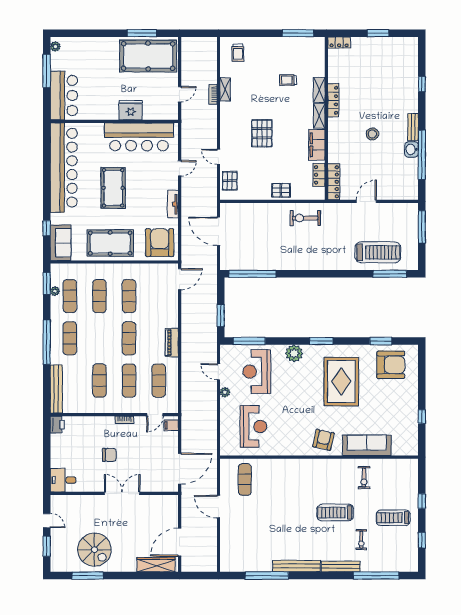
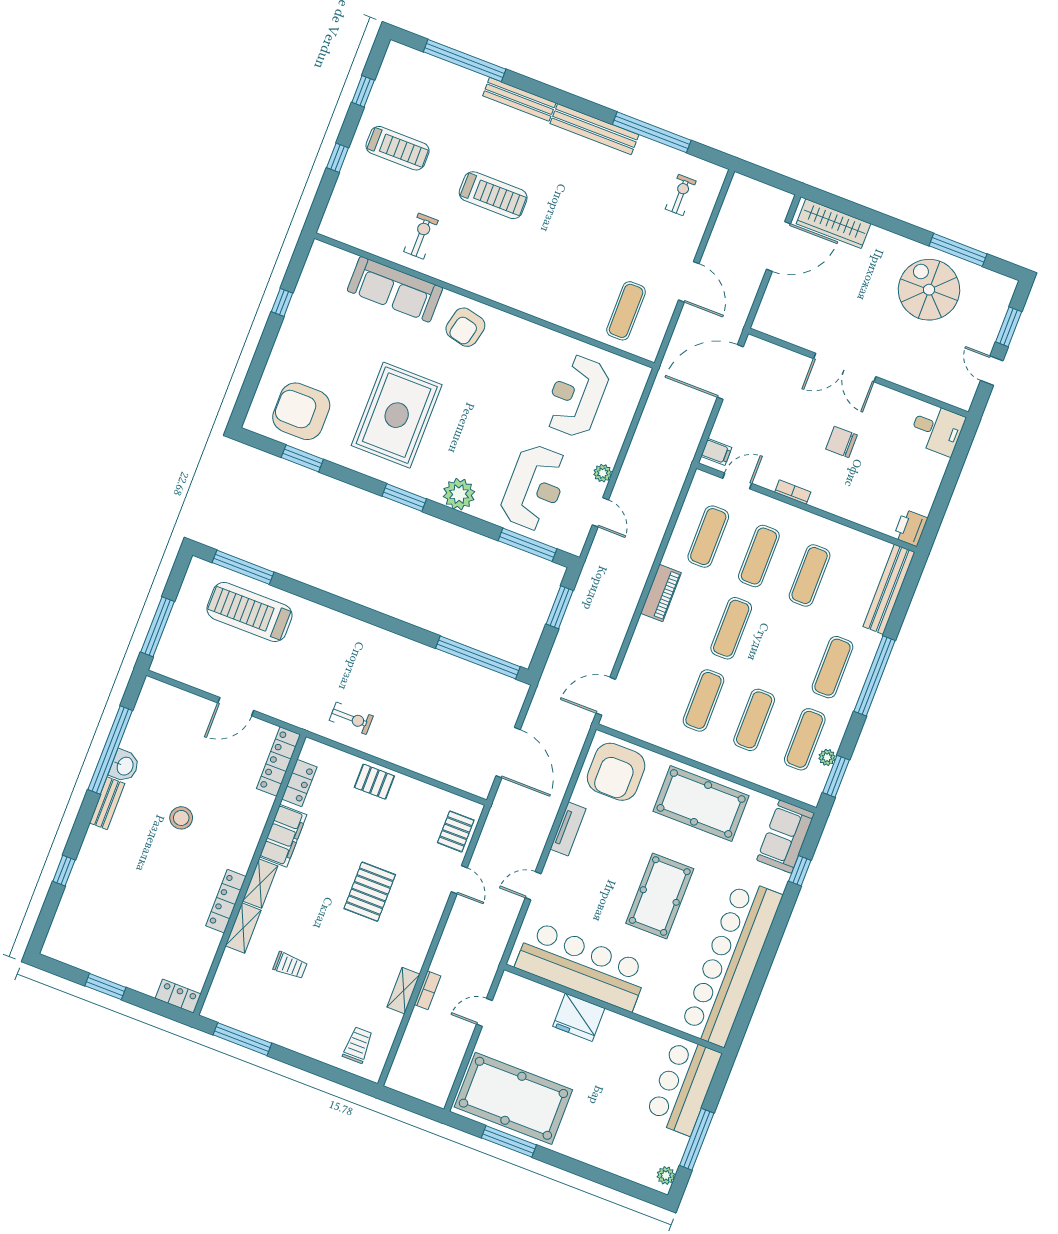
exercise bike: (305, 218) -> (351, 718), width x0.73, depth x0.72
exercise bike: (361, 540) -> (681, 195), moved

